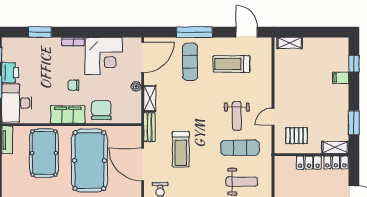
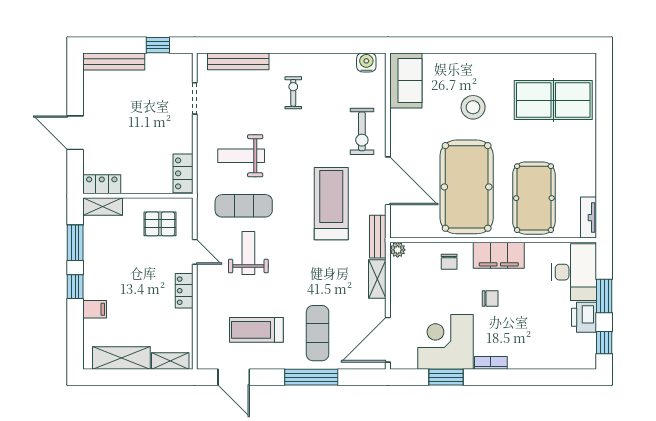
window: (40, 32) -> (446, 377), moved
shelving: (323, 45) -> (121, 358), added
treadmill: (231, 64) -> (256, 330), turned 180
window: (354, 64) -> (75, 287), moved
plant: (136, 86) -> (398, 250), moved
locker: (280, 90) -> (184, 291), added
chair: (101, 110) -> (449, 262), width x0.54, depth x0.54
door: (273, 117) -> (195, 252), hinge flipped
treadmill: (181, 149) -> (331, 204), width x1.37, depth x1.38
locker: (309, 163) -> (183, 173), moved, turned -90

